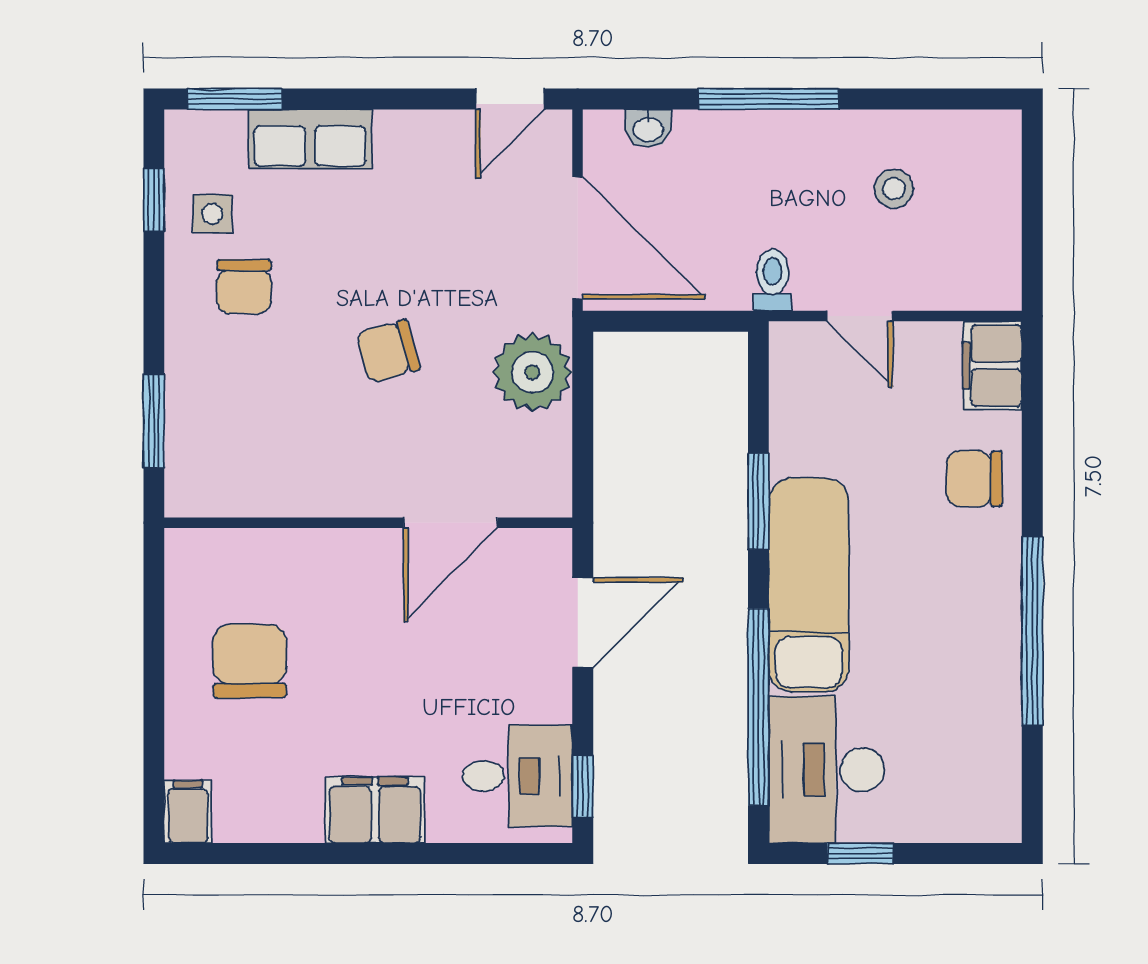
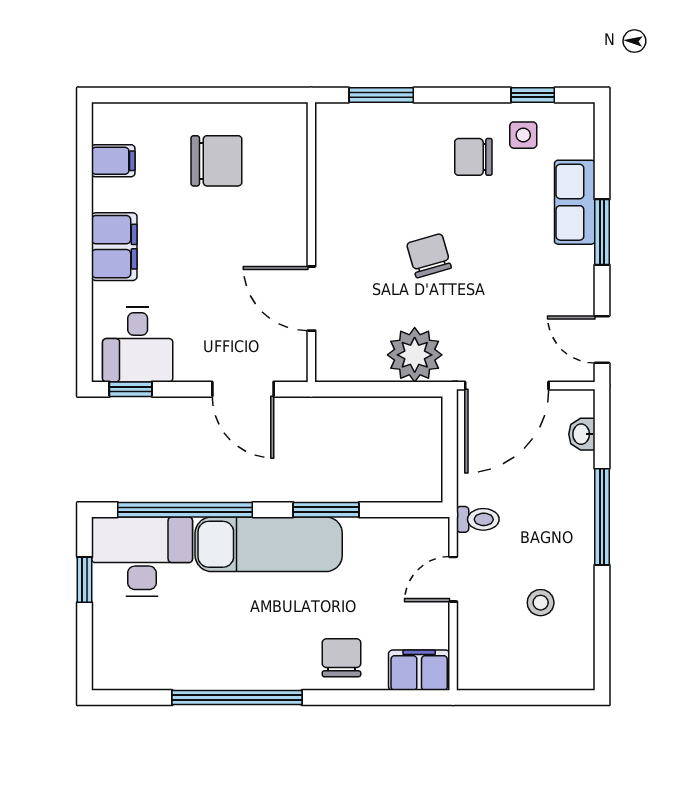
window: (235, 99) -> (602, 232), moved
filing cabinet: (188, 812) -> (113, 161), moved

